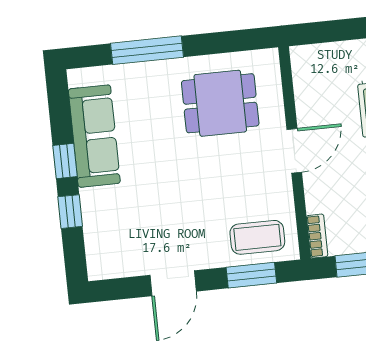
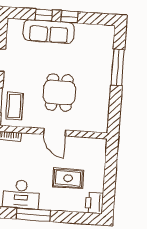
dining table: (220, 103) -> (59, 92), moved
sofa: (94, 136) -> (49, 31), moved

